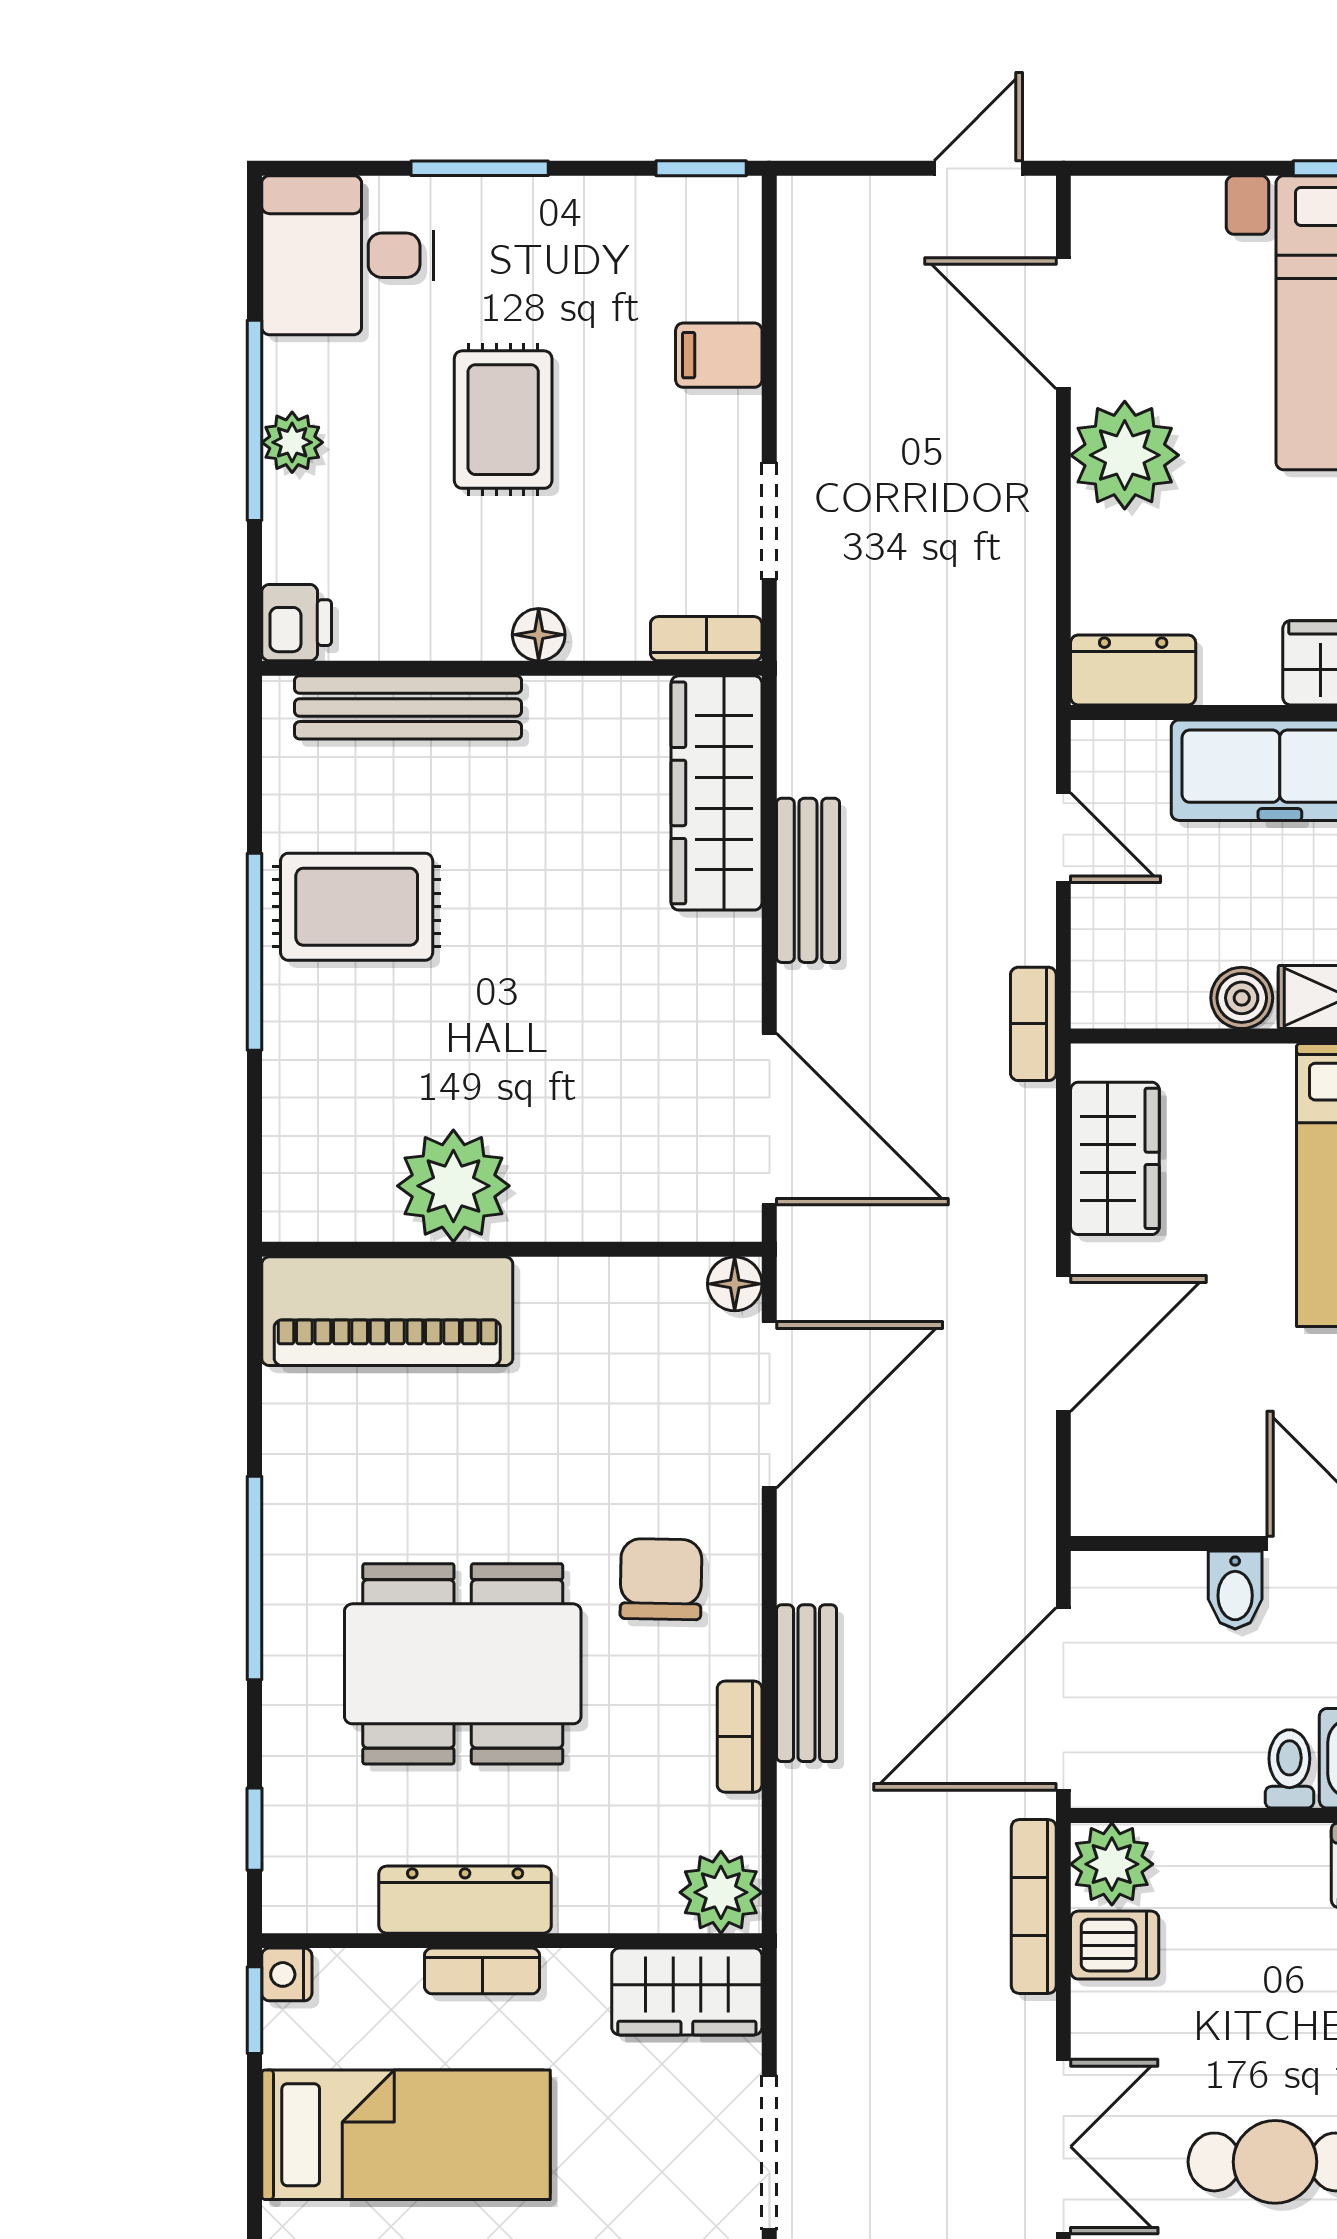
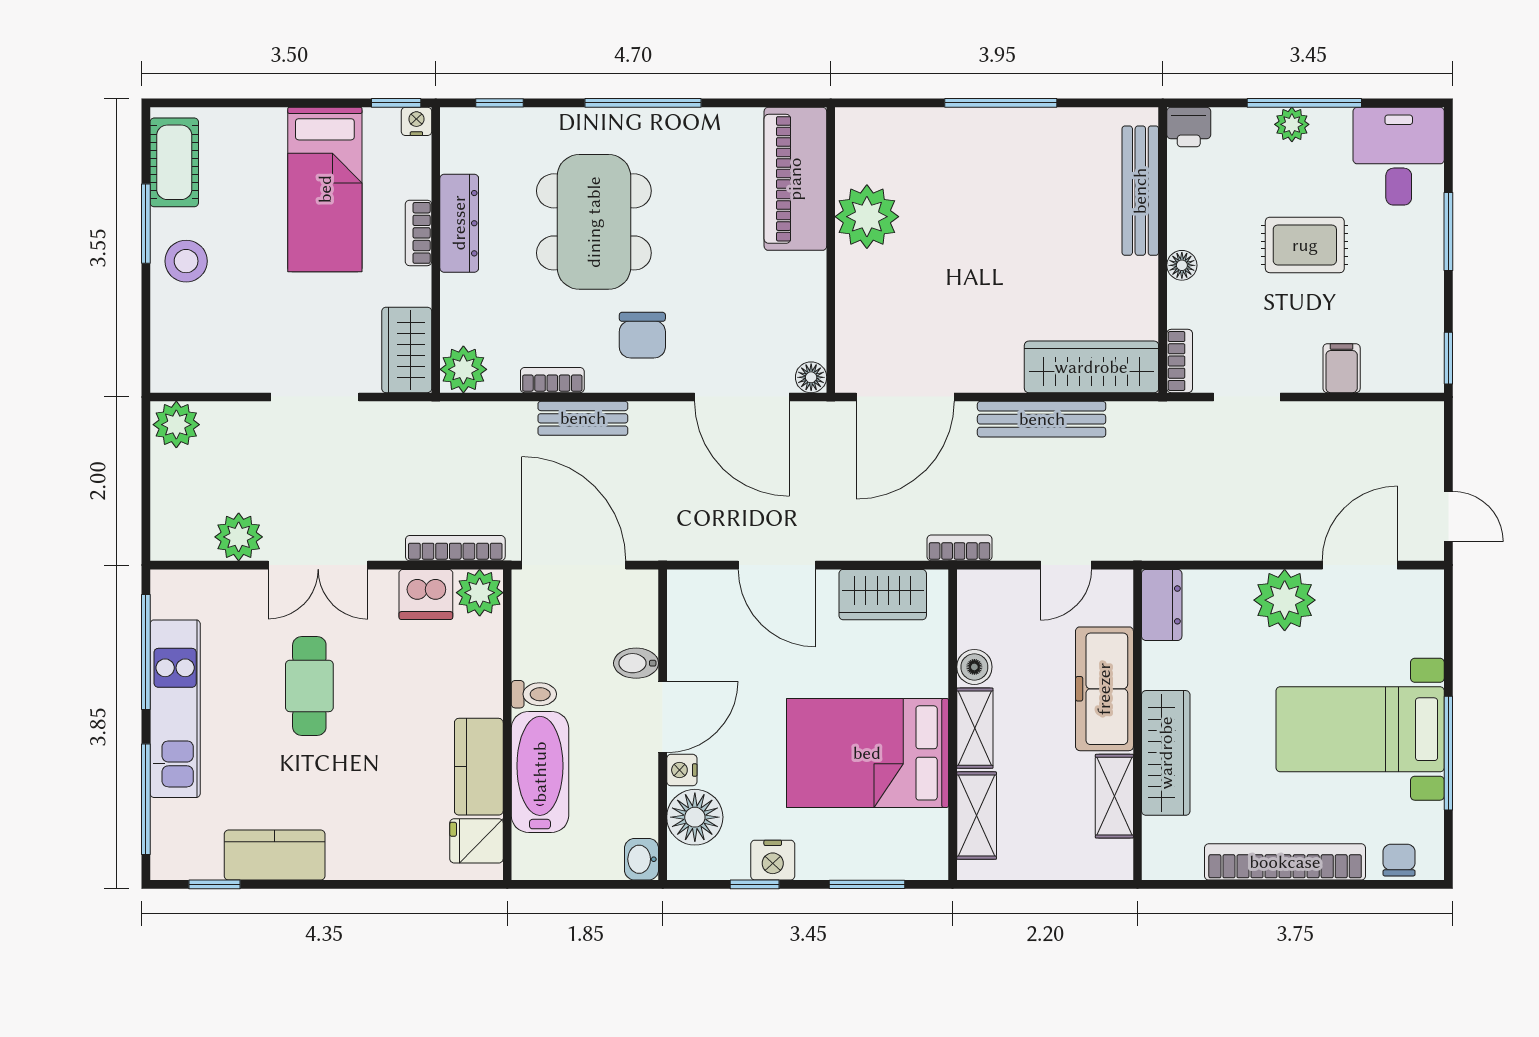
bench: (808, 880) -> (1042, 419), width x1.36
rug: (357, 907) -> (1026, 161), removed
chair: (661, 1579) -> (642, 335), turned 89
dishwasher: (1115, 1945) -> (426, 594), width x1.38

